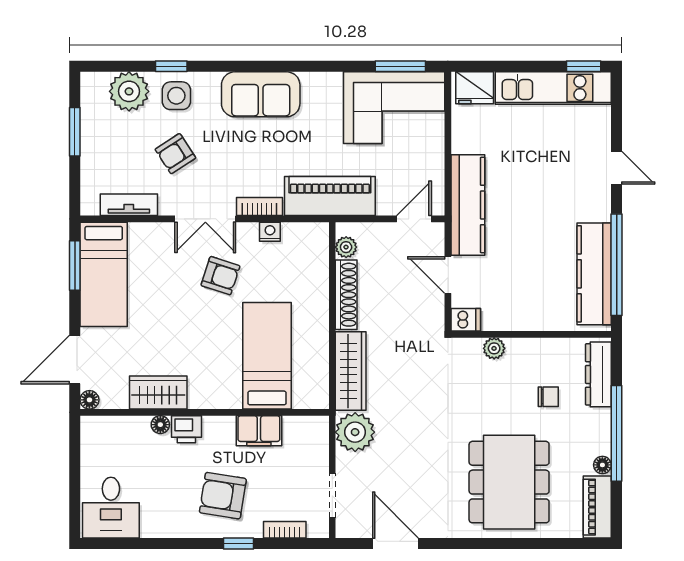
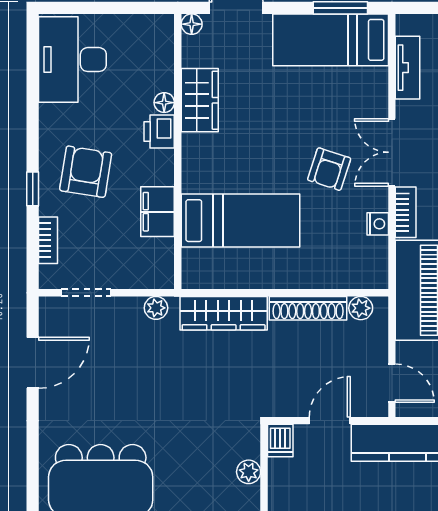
plant: (355, 432) -> (156, 308), width x0.53, depth x0.53
desk: (111, 508) -> (72, 60), width x1.37

